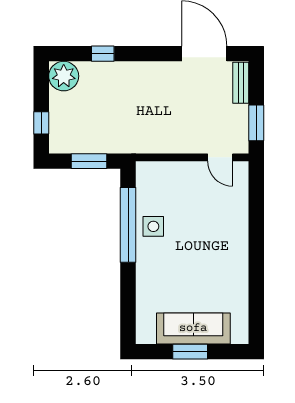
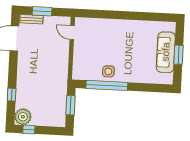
window: (41, 123) -> (29, 129), moved
window: (256, 123) -> (42, 11), moved
door: (220, 157) -> (72, 33), swing flipped

